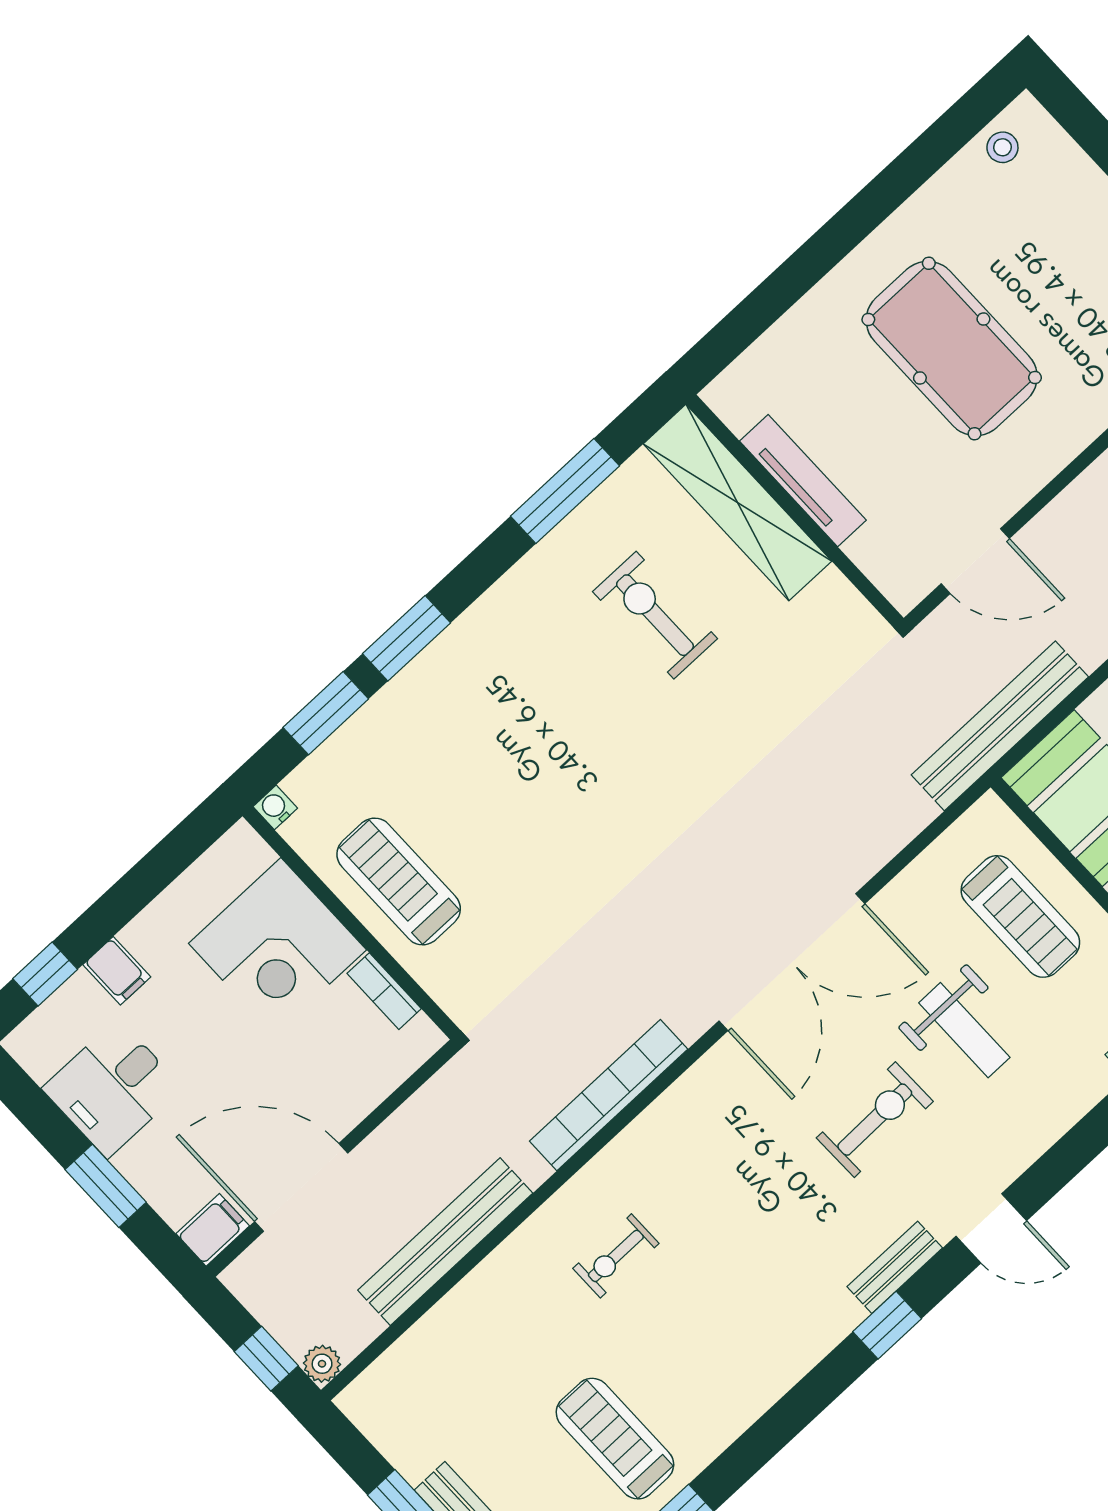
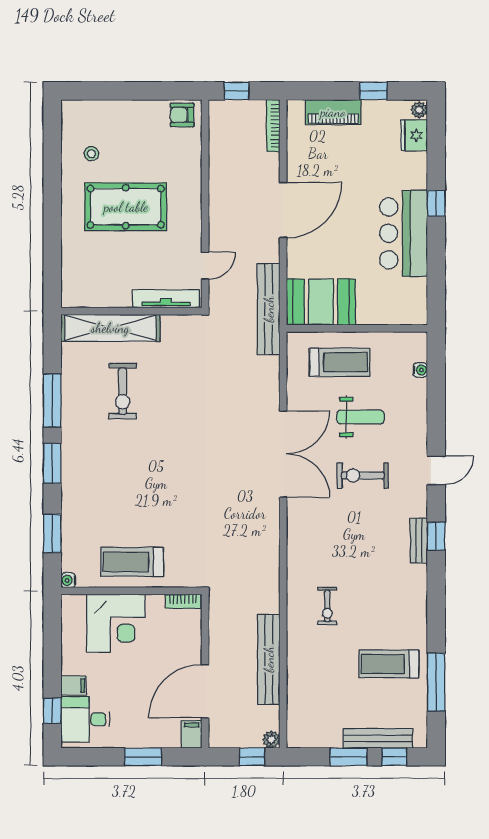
stool: (1002, 147) -> (91, 154), moved
tv unit: (803, 481) -> (166, 299), moved
window: (565, 491) -> (52, 401), moved
door: (975, 561) -> (205, 266), width x0.73
exercise bike: (655, 615) -> (123, 391), turned -90
window: (407, 638) -> (52, 464), moved
bookcase: (384, 991) -> (183, 601), moved
desk: (113, 1088) -> (85, 719), moved, turned 90
bookcase: (609, 1095) -> (271, 558), removed
exercise bike: (875, 1120) -> (363, 475), turned -89
bench: (895, 1267) -> (419, 540), moved

